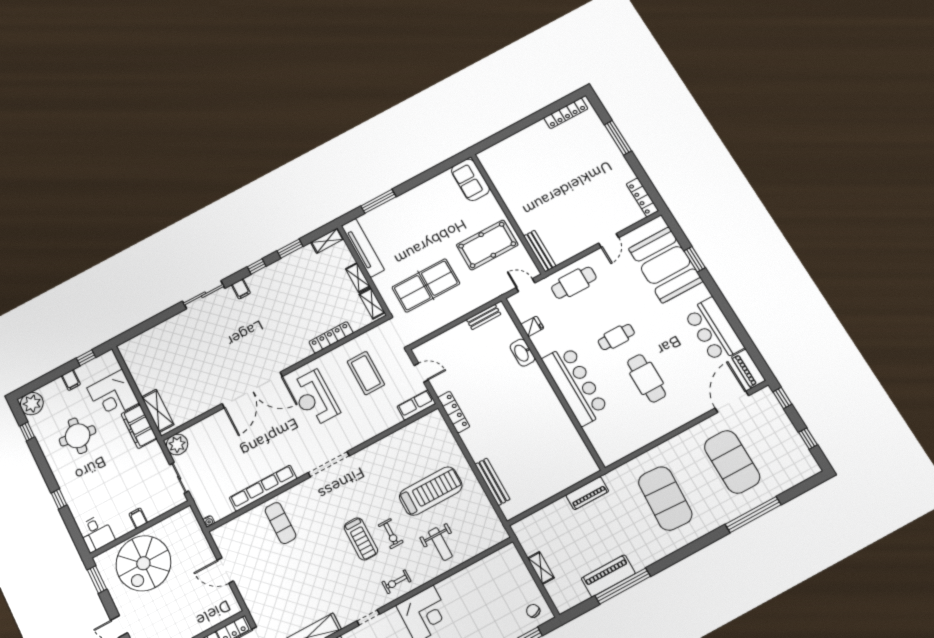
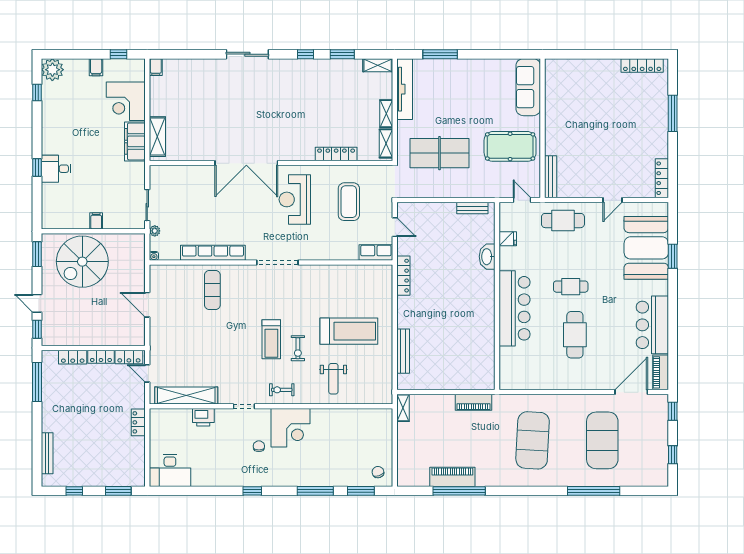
sofa: (470, 180) -> (528, 87), width x1.36
filing cabinet: (241, 289) -> (156, 67), moved
round table: (78, 436) -> (79, 121), removed
plant: (177, 444) -> (155, 231), moved, width x0.53, depth x0.53
desk: (96, 533) -> (56, 169), moved, turned 90
shelving: (541, 568) -> (403, 408), moved

